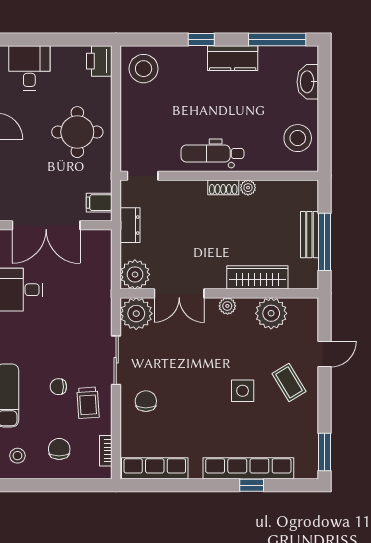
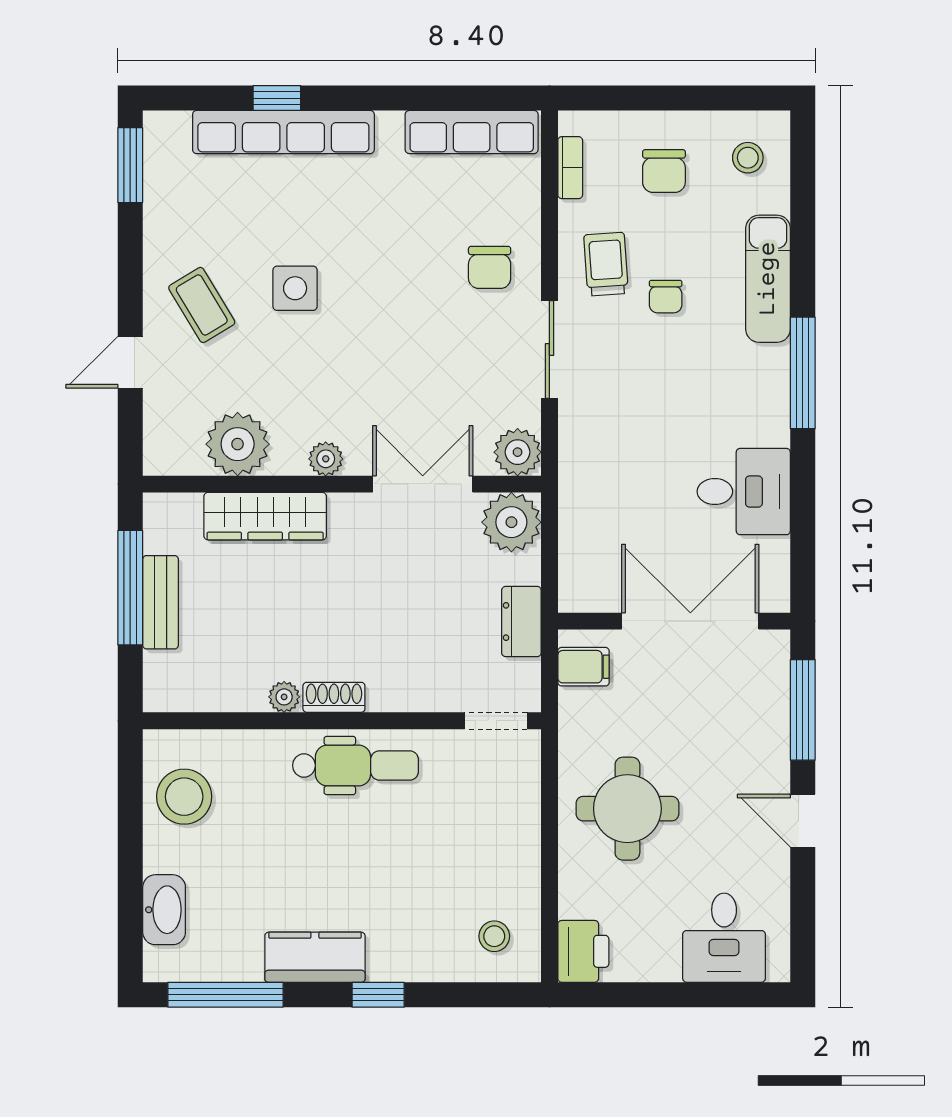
stool: (144, 69) -> (494, 936), width x0.53, depth x0.53
plant: (136, 314) -> (518, 452), width x0.73, depth x0.73
chair: (58, 387) -> (666, 297), turned 90

